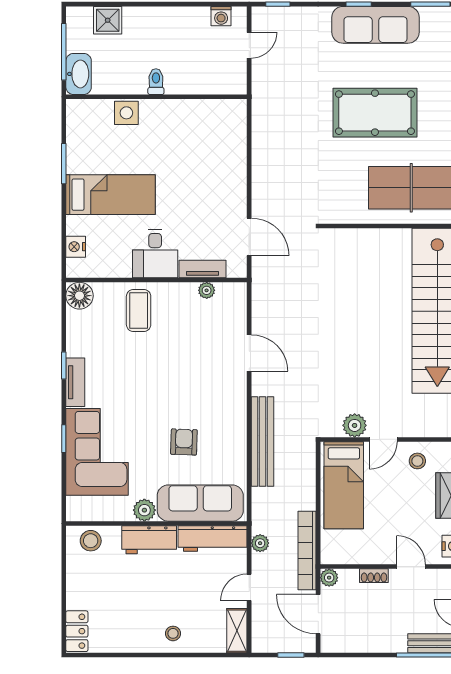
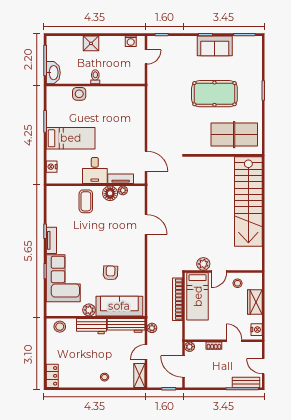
shower: (108, 20) -> (91, 43), moved
sofa: (375, 25) -> (215, 46), width x0.73
floor lamp: (79, 296) -> (110, 193), moved
bench: (262, 442) -> (153, 273), removed
bookcase: (307, 550) -> (177, 299), moved

